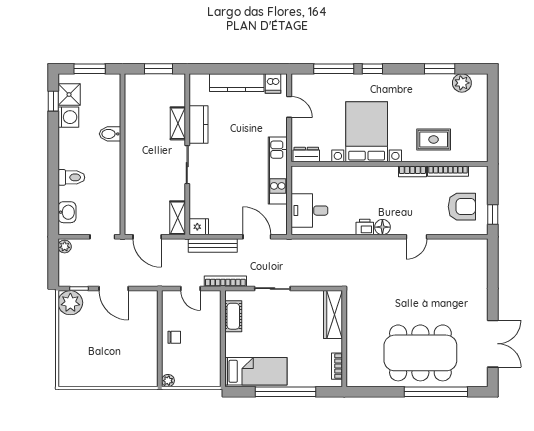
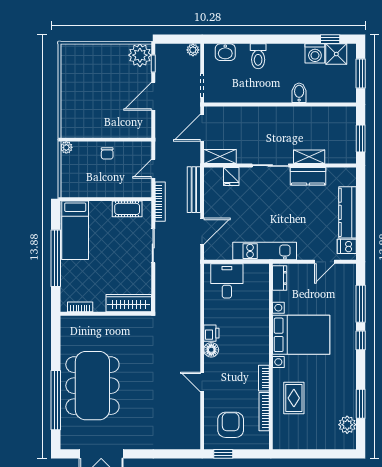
armchair: (462, 207) -> (231, 425), turned 180
fridge: (199, 227) -> (231, 176), moved

